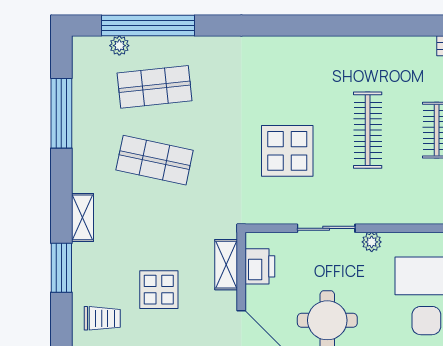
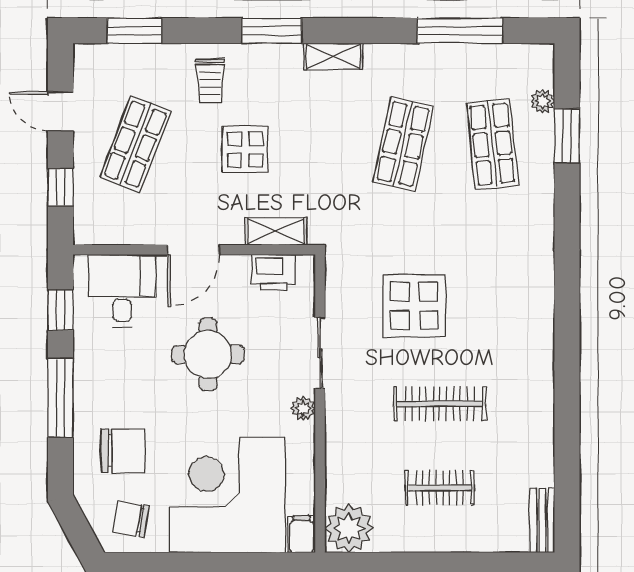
window: (148, 25) -> (567, 136), width x0.47

